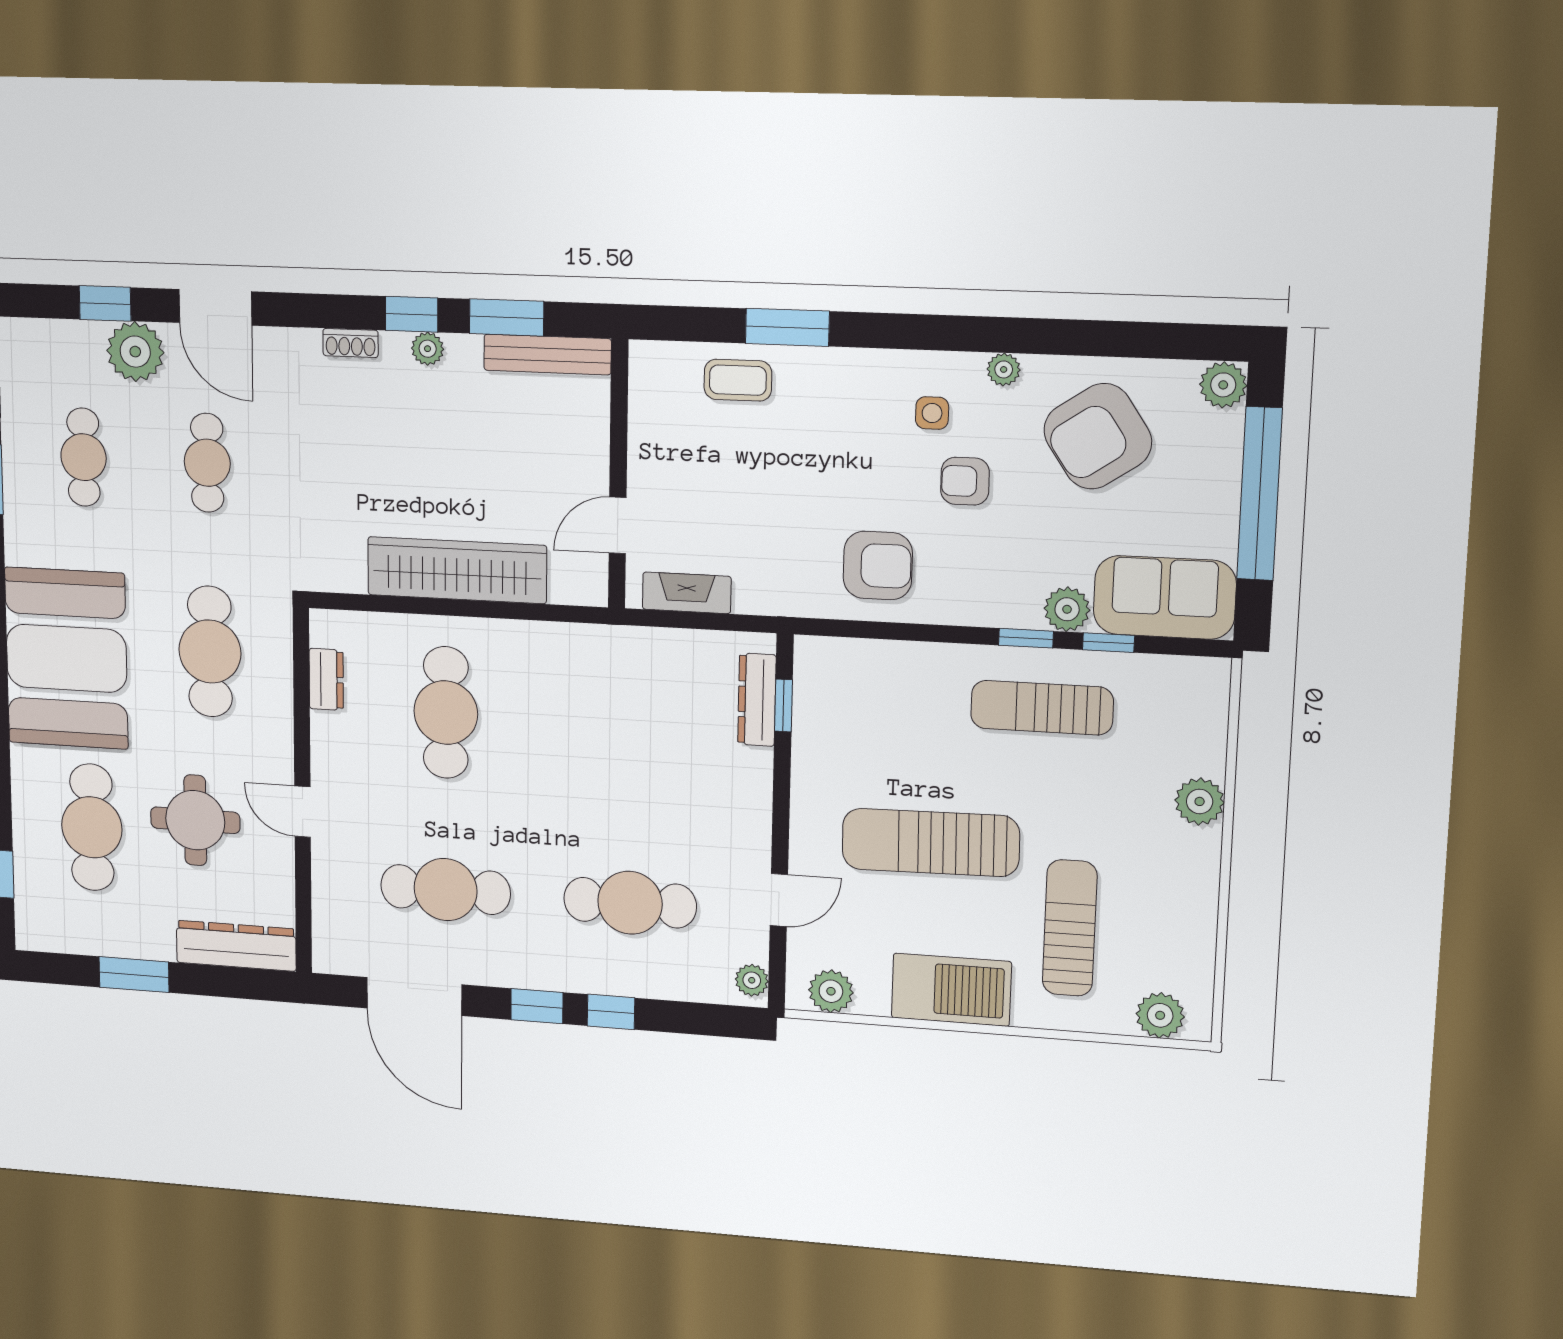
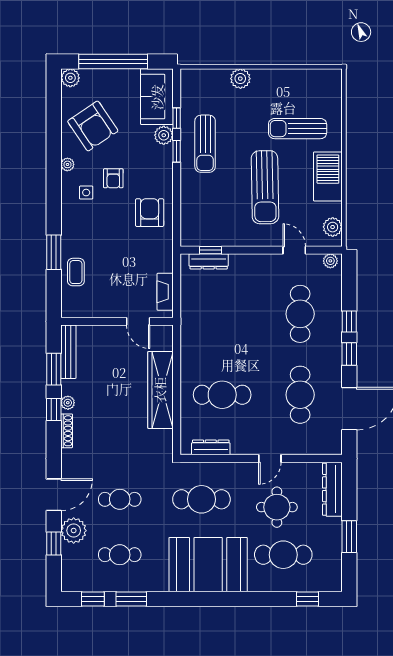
shoe rack: (351, 343) -> (67, 431), width x1.43
dresser: (326, 679) -> (211, 447), width x1.44
plant: (1160, 1015) -> (332, 90), removed

